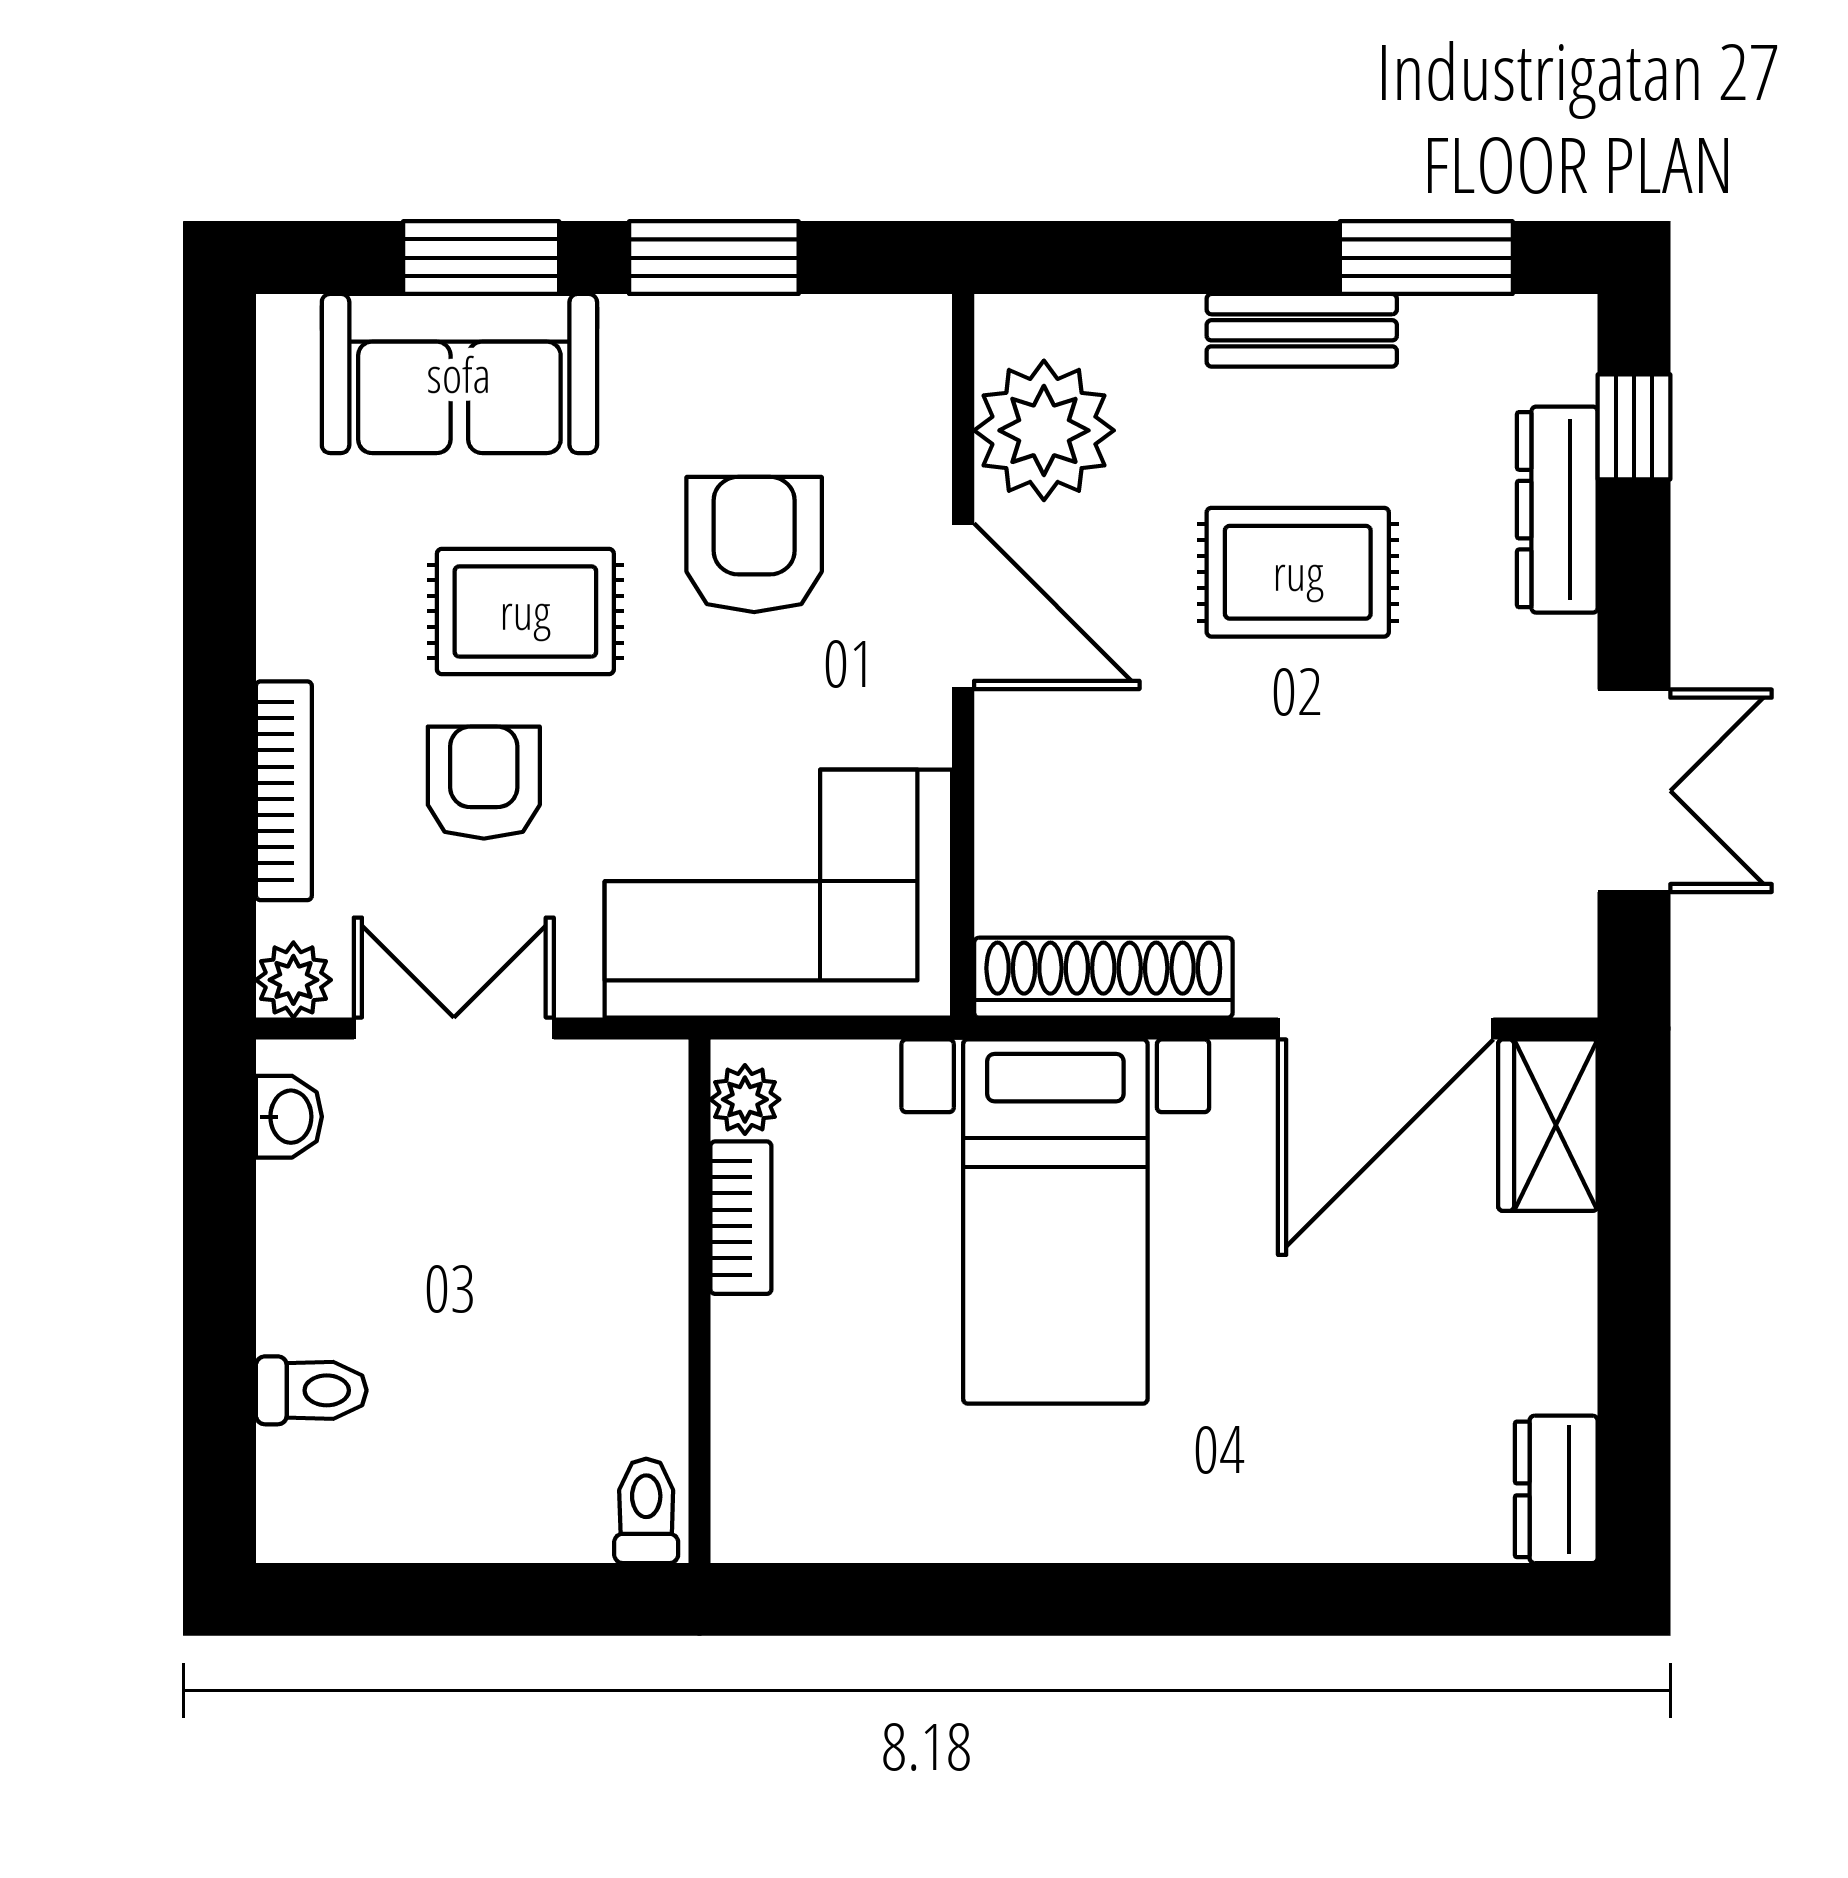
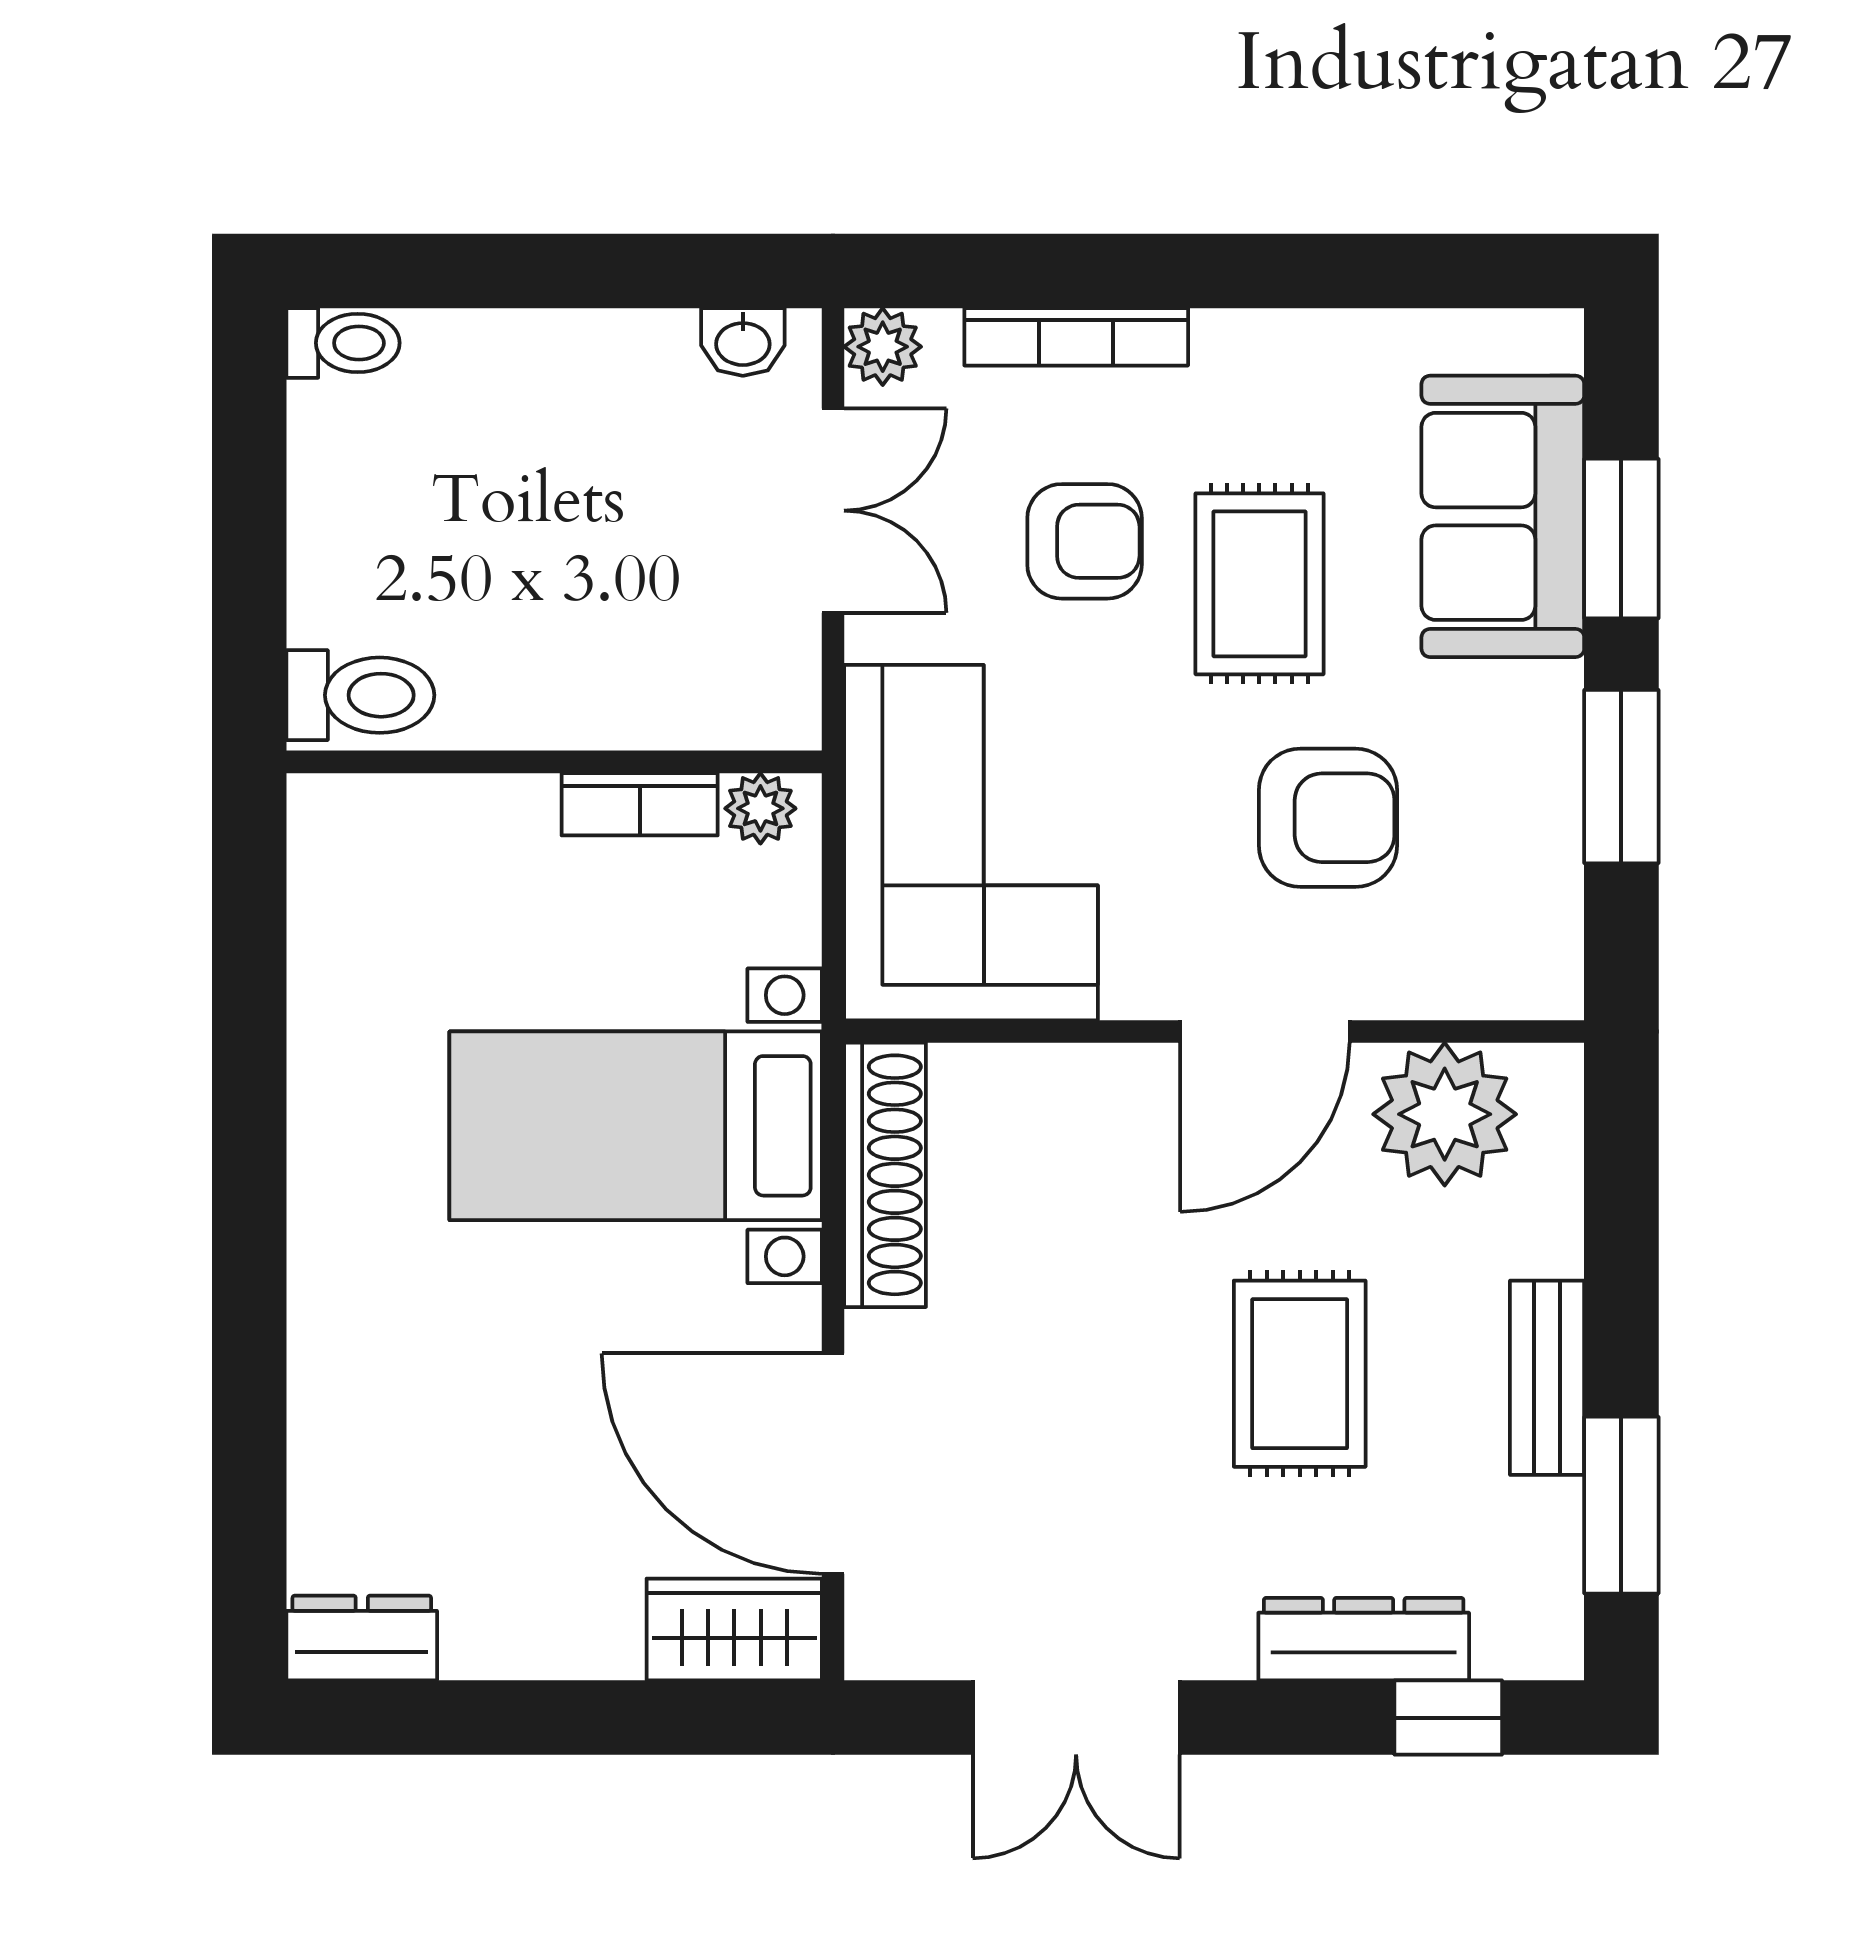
toilet: (311, 1390) -> (343, 343), moved, turned -90
toilet: (646, 1511) -> (360, 695), width x1.37, depth x1.39

